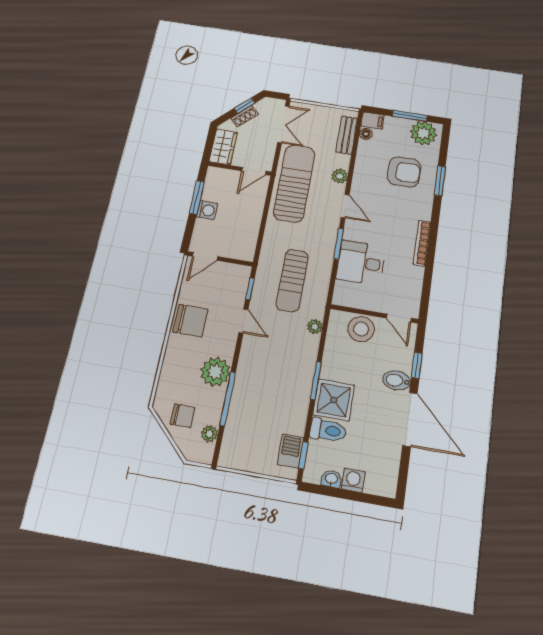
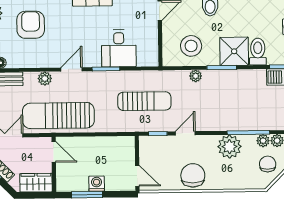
plant: (315, 327) -> (196, 76), moved
stool: (361, 329) -> (191, 46), moved
plant: (213, 415) -> (263, 141), added

